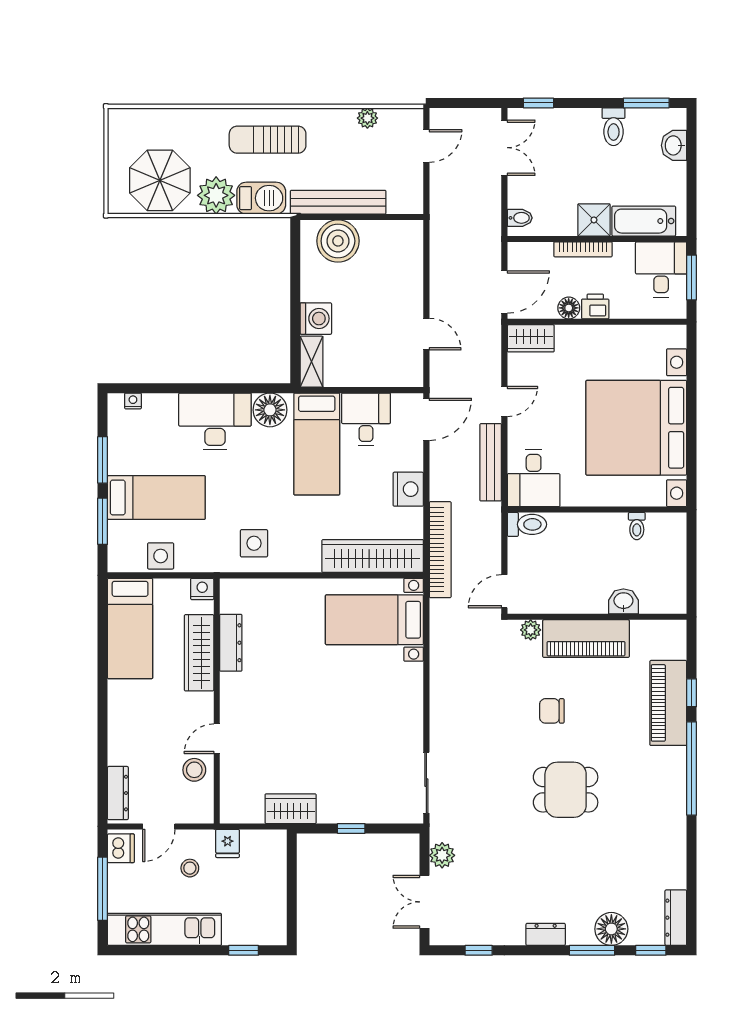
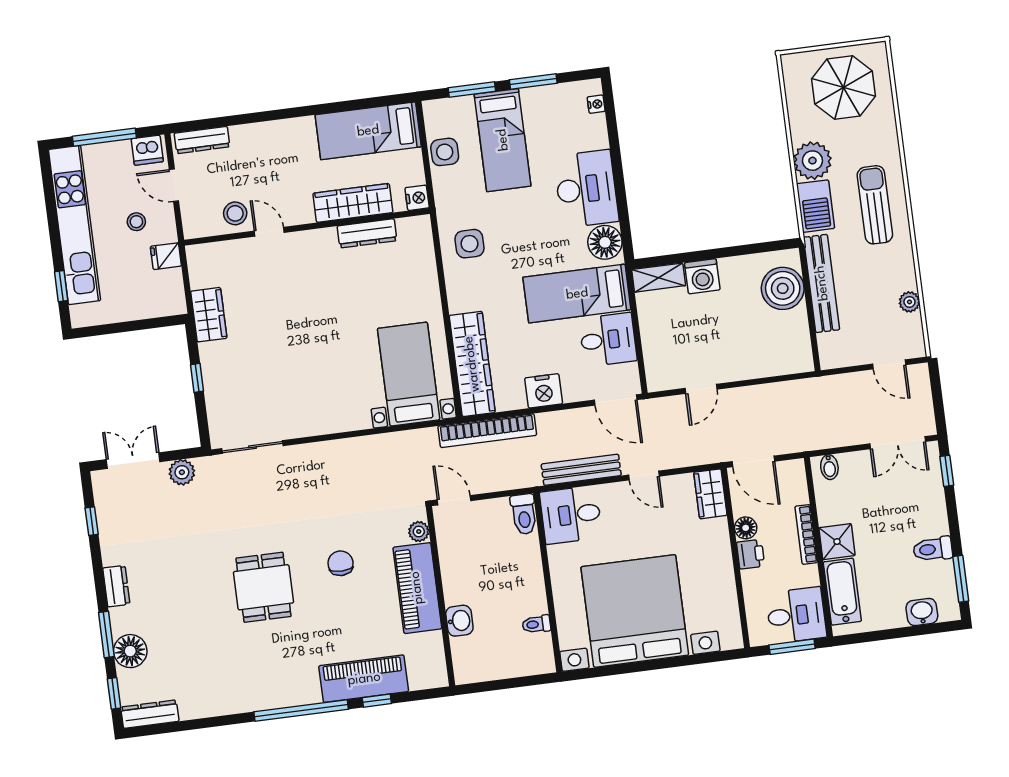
parasol: (160, 180) -> (844, 87), moved
kitchen unit: (164, 929) -> (74, 225), width x1.36

